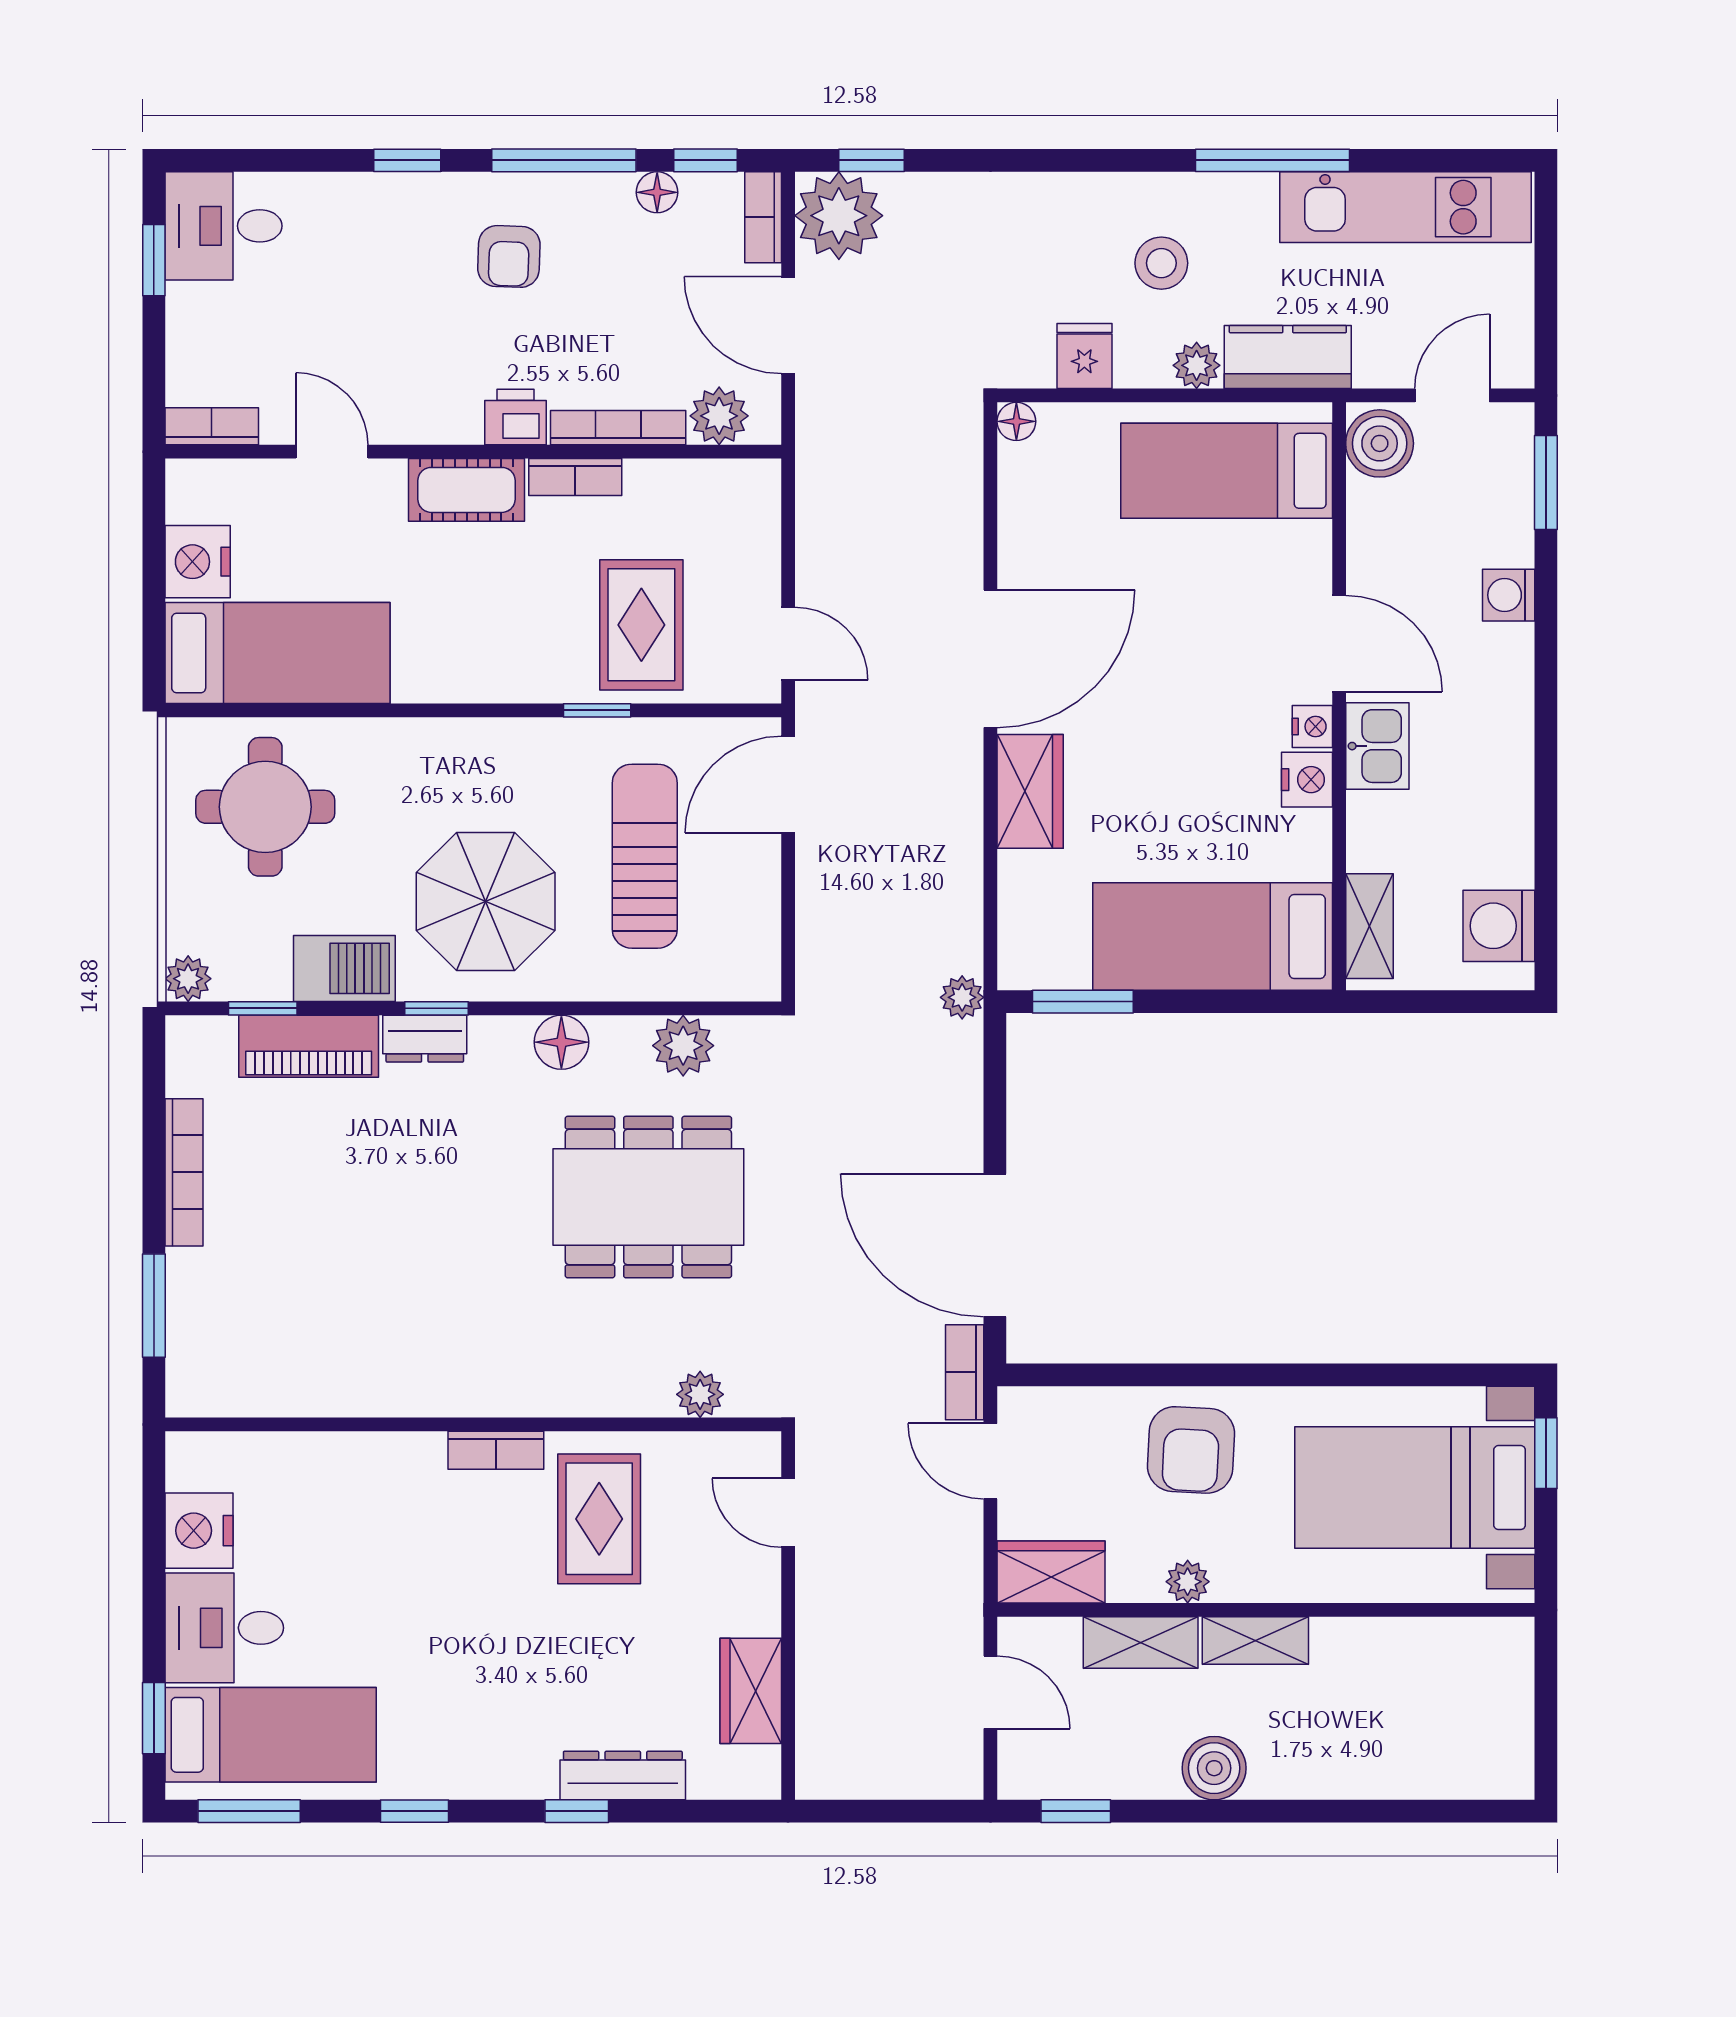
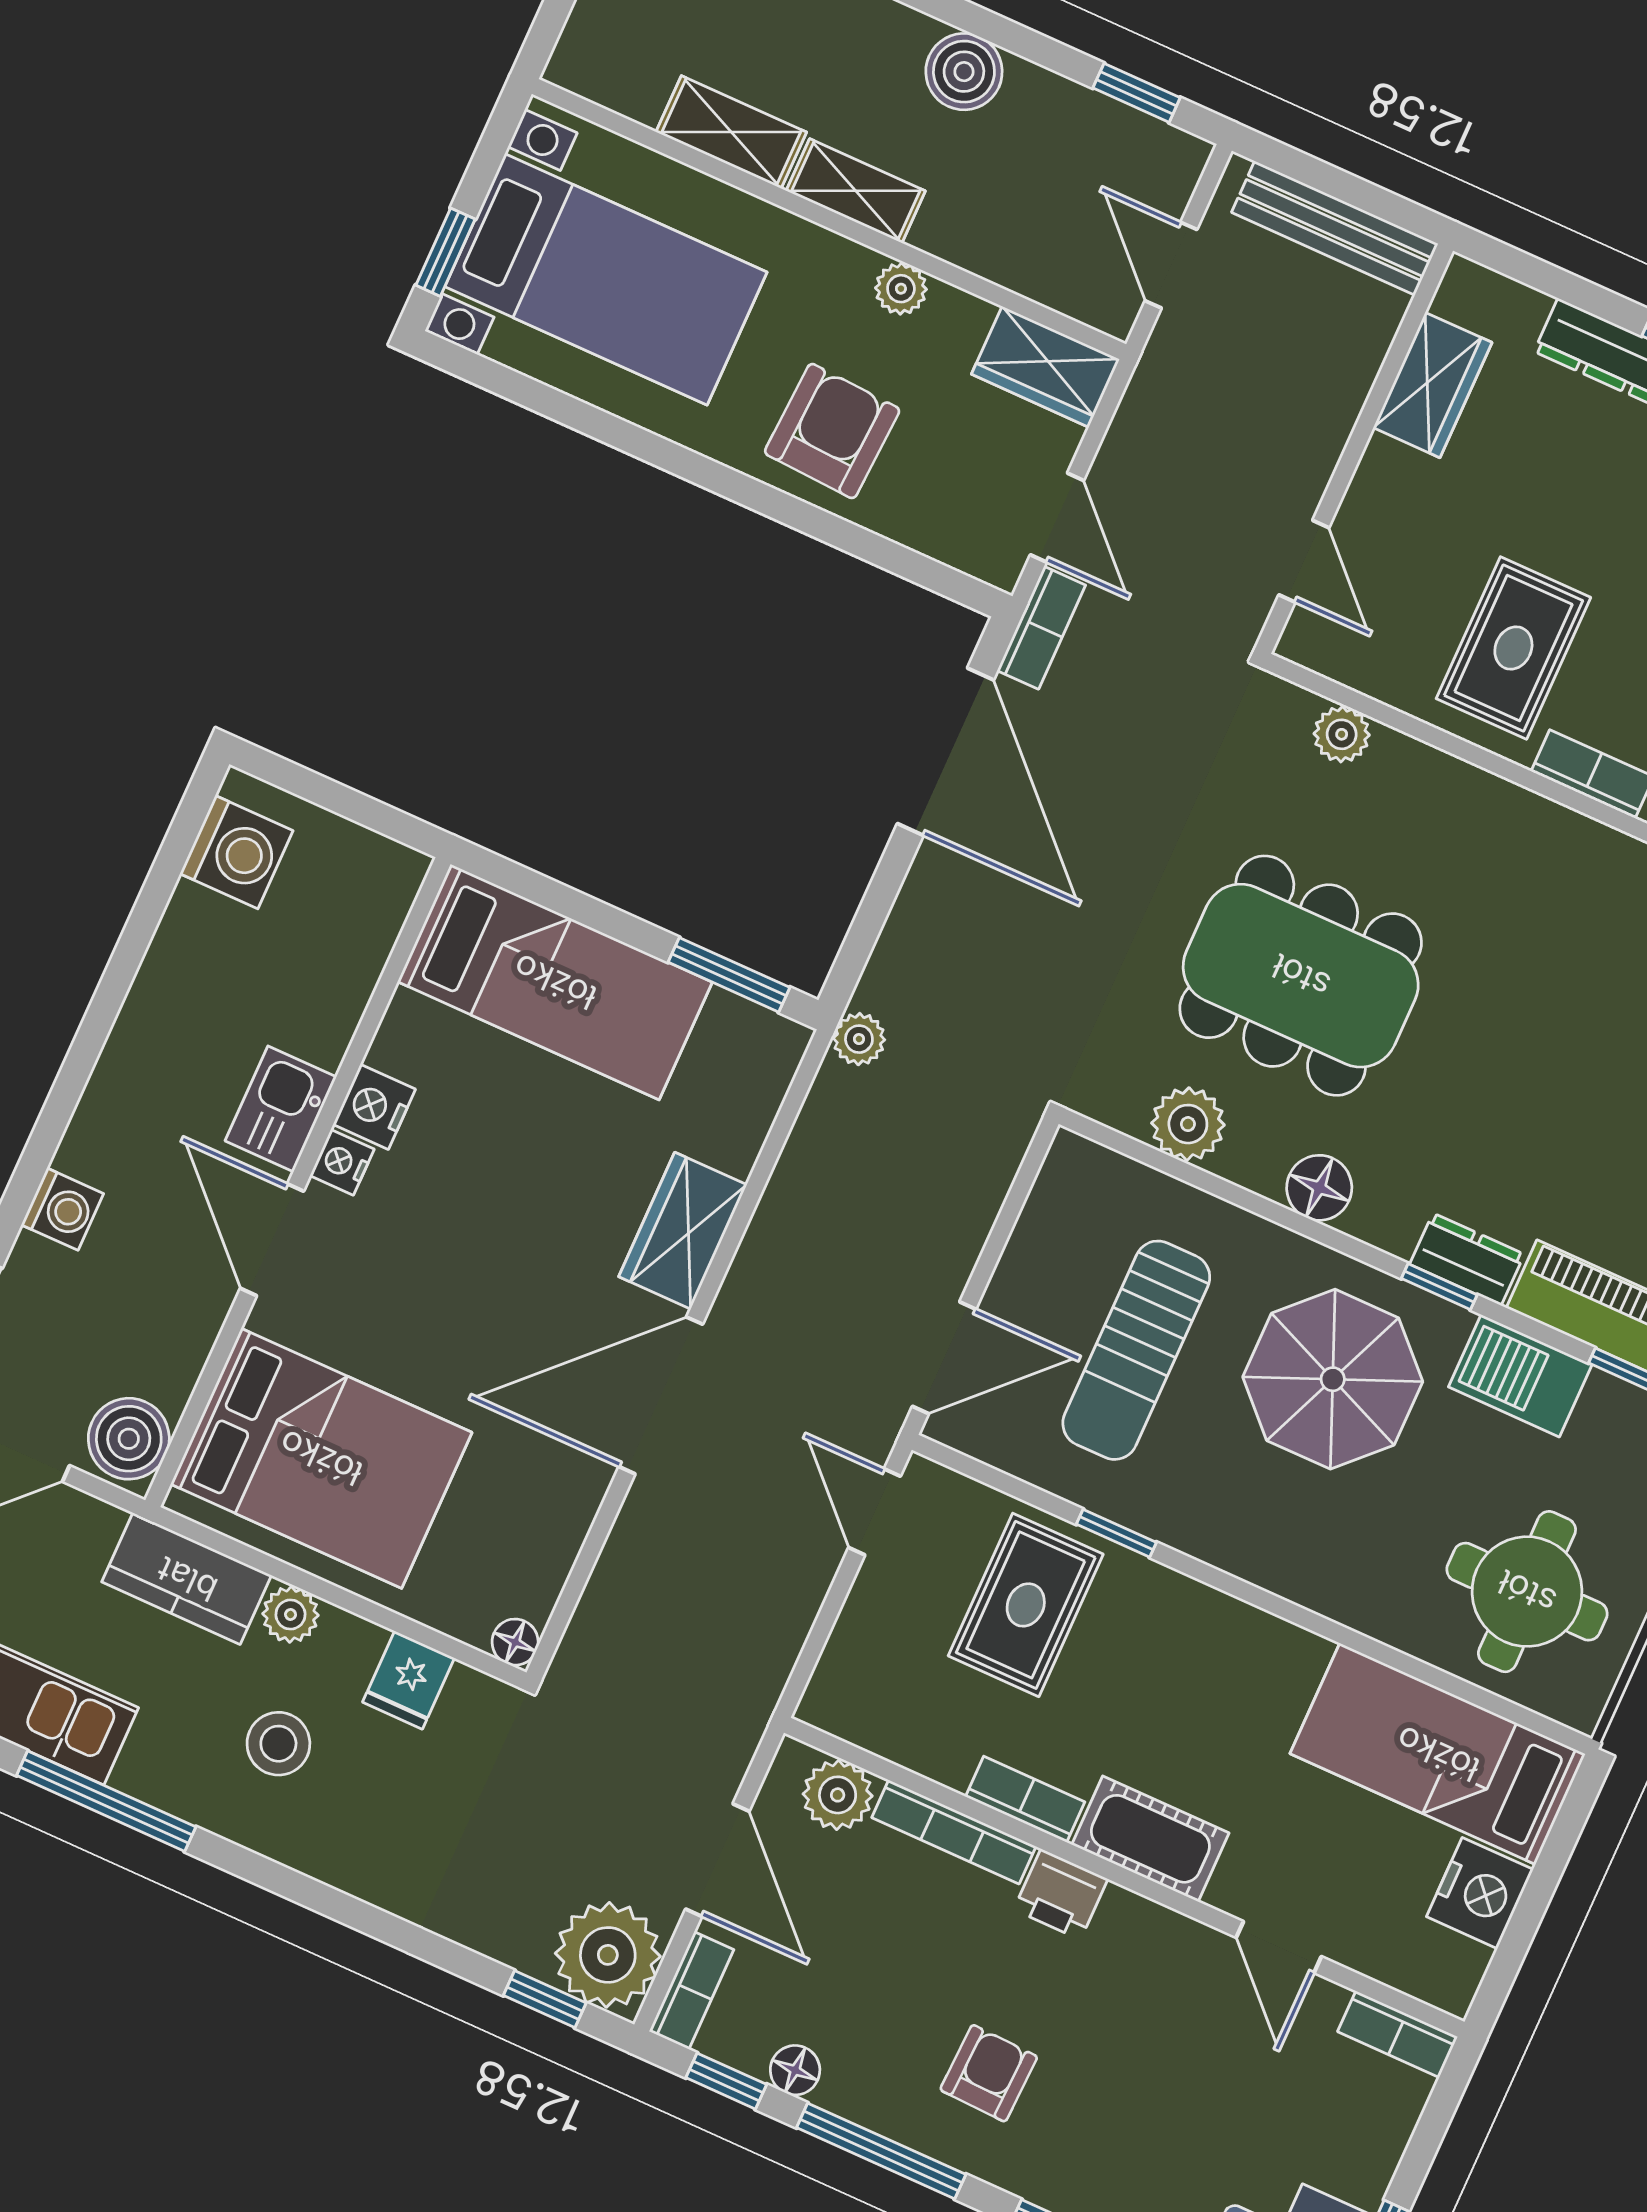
bed: (1227, 471) -> (321, 1458), width x1.50
shelving: (1369, 926) -> (378, 916), removed
shelving: (1141, 1642) -> (731, 132), moved
bench: (879, 1776) -> (1335, 228), added

